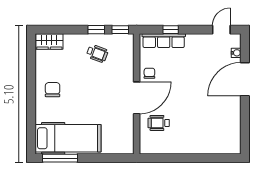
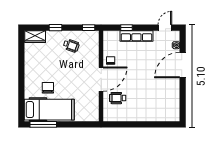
window: (96, 30) -> (55, 28), moved
row of seats: (164, 41) -> (136, 36), moved
chair: (53, 90) -> (48, 88), moved

